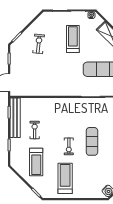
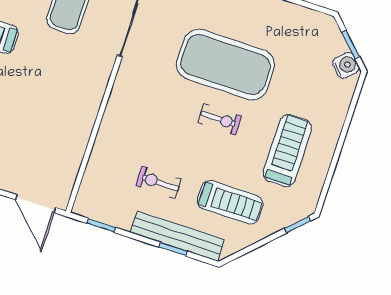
bench: (15, 118) -> (177, 236), moved
exercise mat: (92, 141) -> (225, 65), width x2.00, depth x1.45
treadmill: (65, 178) -> (287, 150), turned 90

